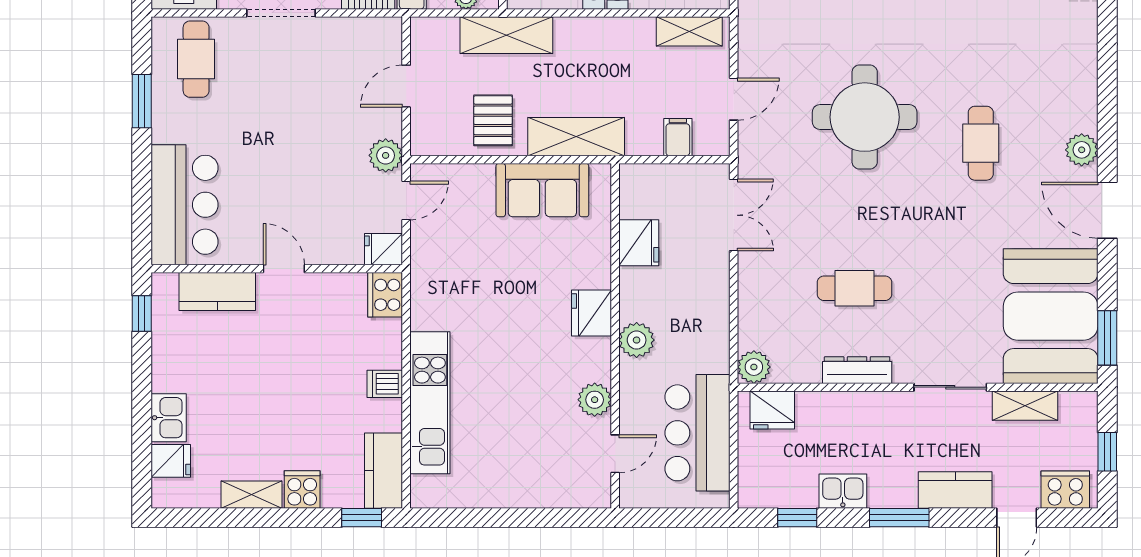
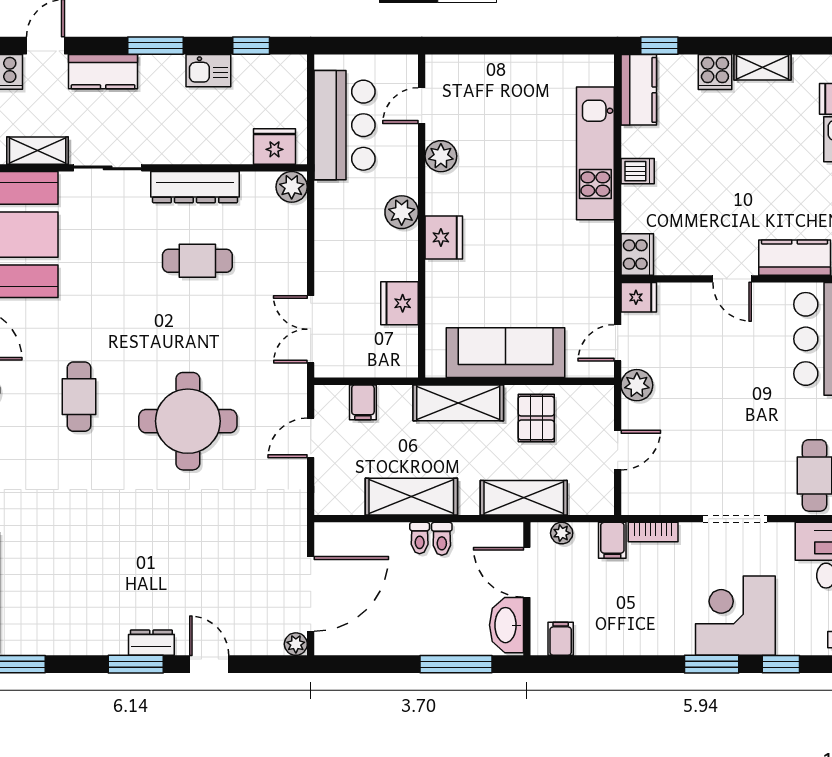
shelving: (689, 31) -> (411, 497), moved, width x1.50, depth x1.33
sofa: (542, 190) -> (506, 353), width x1.36
dresser: (857, 370) -> (195, 187), width x1.37, depth x1.24

